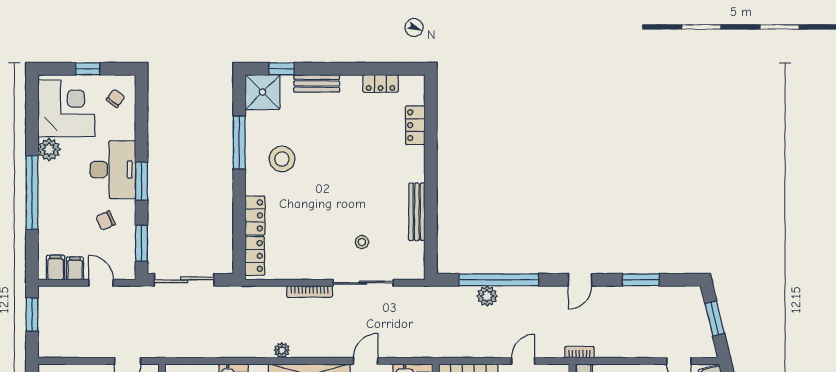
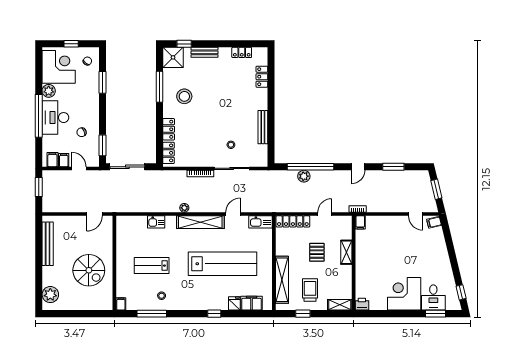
desk: (113, 170) -> (55, 118), moved, turned 180
window: (141, 181) -> (102, 82), moved

